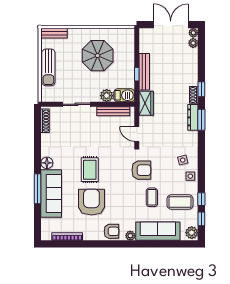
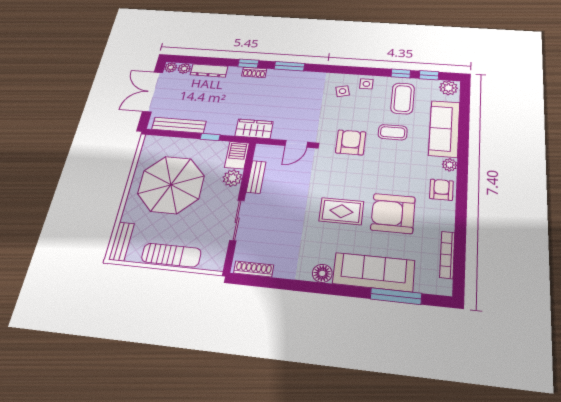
parasol: (98, 56) -> (171, 185), width x1.36, depth x1.36
bench: (144, 72) -> (179, 125), moved
bench: (113, 111) -> (256, 177), width x0.73
dresser: (193, 117) -> (209, 70), moved
window: (38, 189) -> (396, 296), moved

